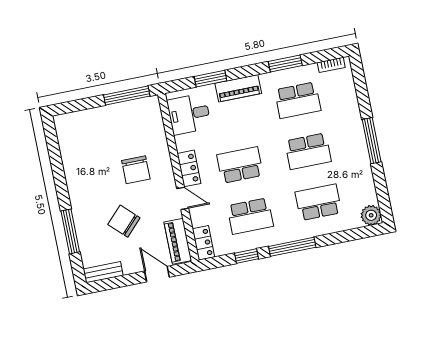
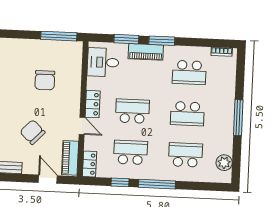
window: (285, 63) -> (162, 41), moved
chair: (136, 170) -> (45, 80), moved
plant: (371, 215) -> (224, 163), moved
school desk: (250, 216) -> (131, 152), turned 180

